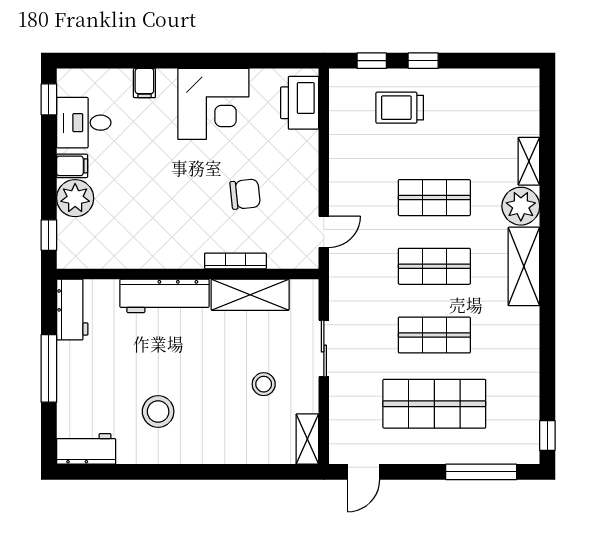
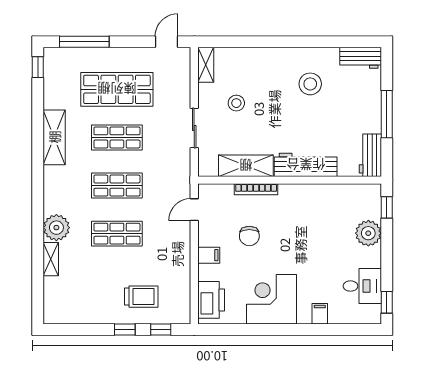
filing cabinet: (72, 166) -> (209, 255), moved, turned 180
chair: (245, 194) -> (249, 236), turned -84
shelving: (524, 266) -> (54, 137), moved

